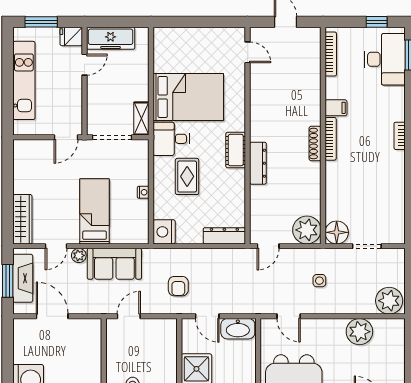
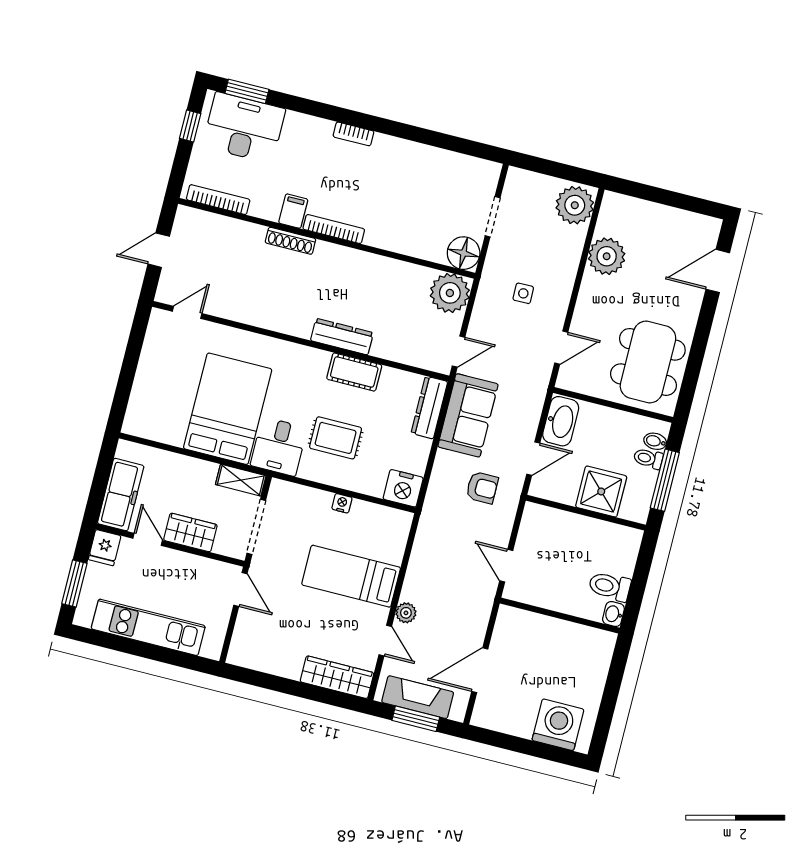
wardrobe: (97, 93) -> (190, 533), added
shoe rack: (315, 143) -> (290, 241), moved
cot: (236, 150) -> (354, 372), moved
door: (268, 246) -> (458, 352), hinge flipped
sofa: (114, 264) -> (468, 415), moved

